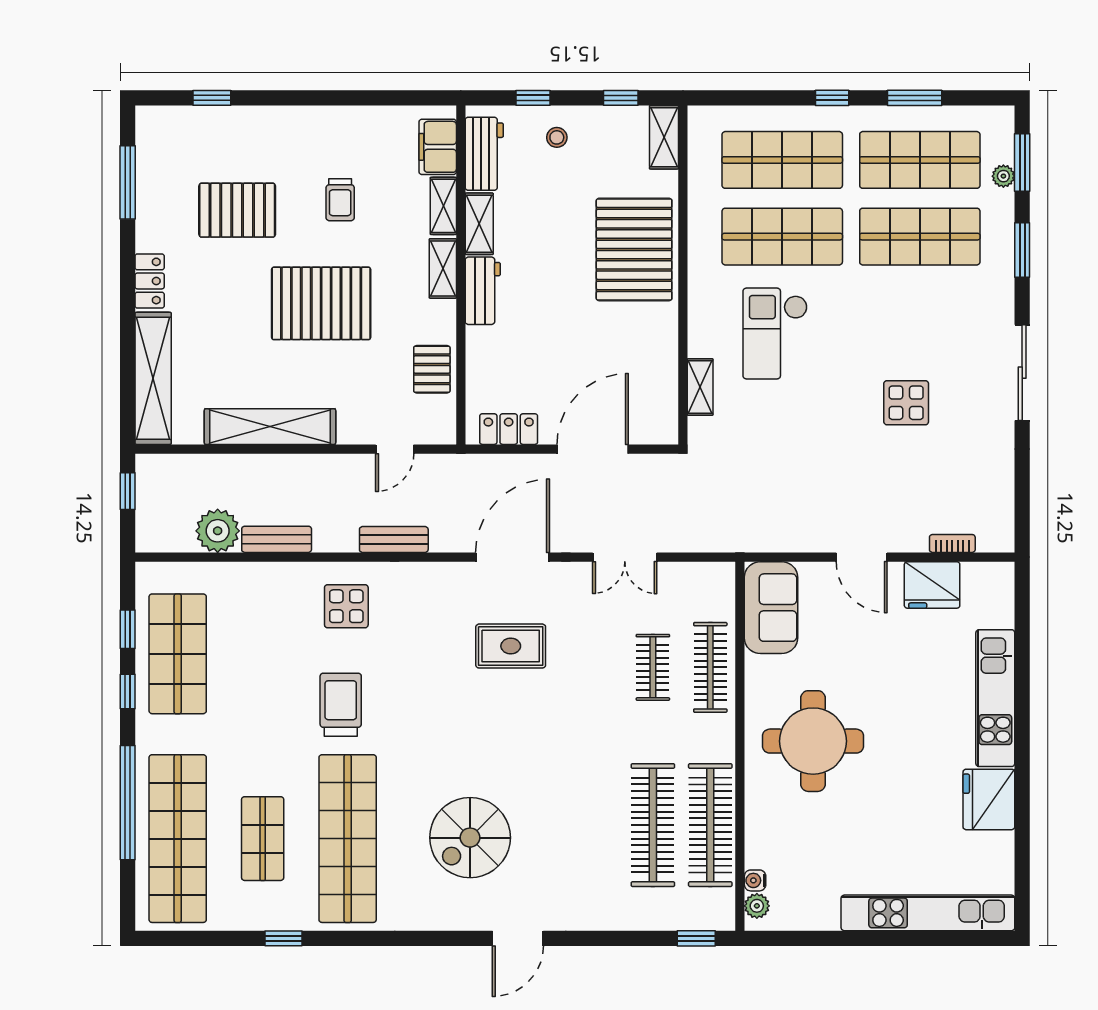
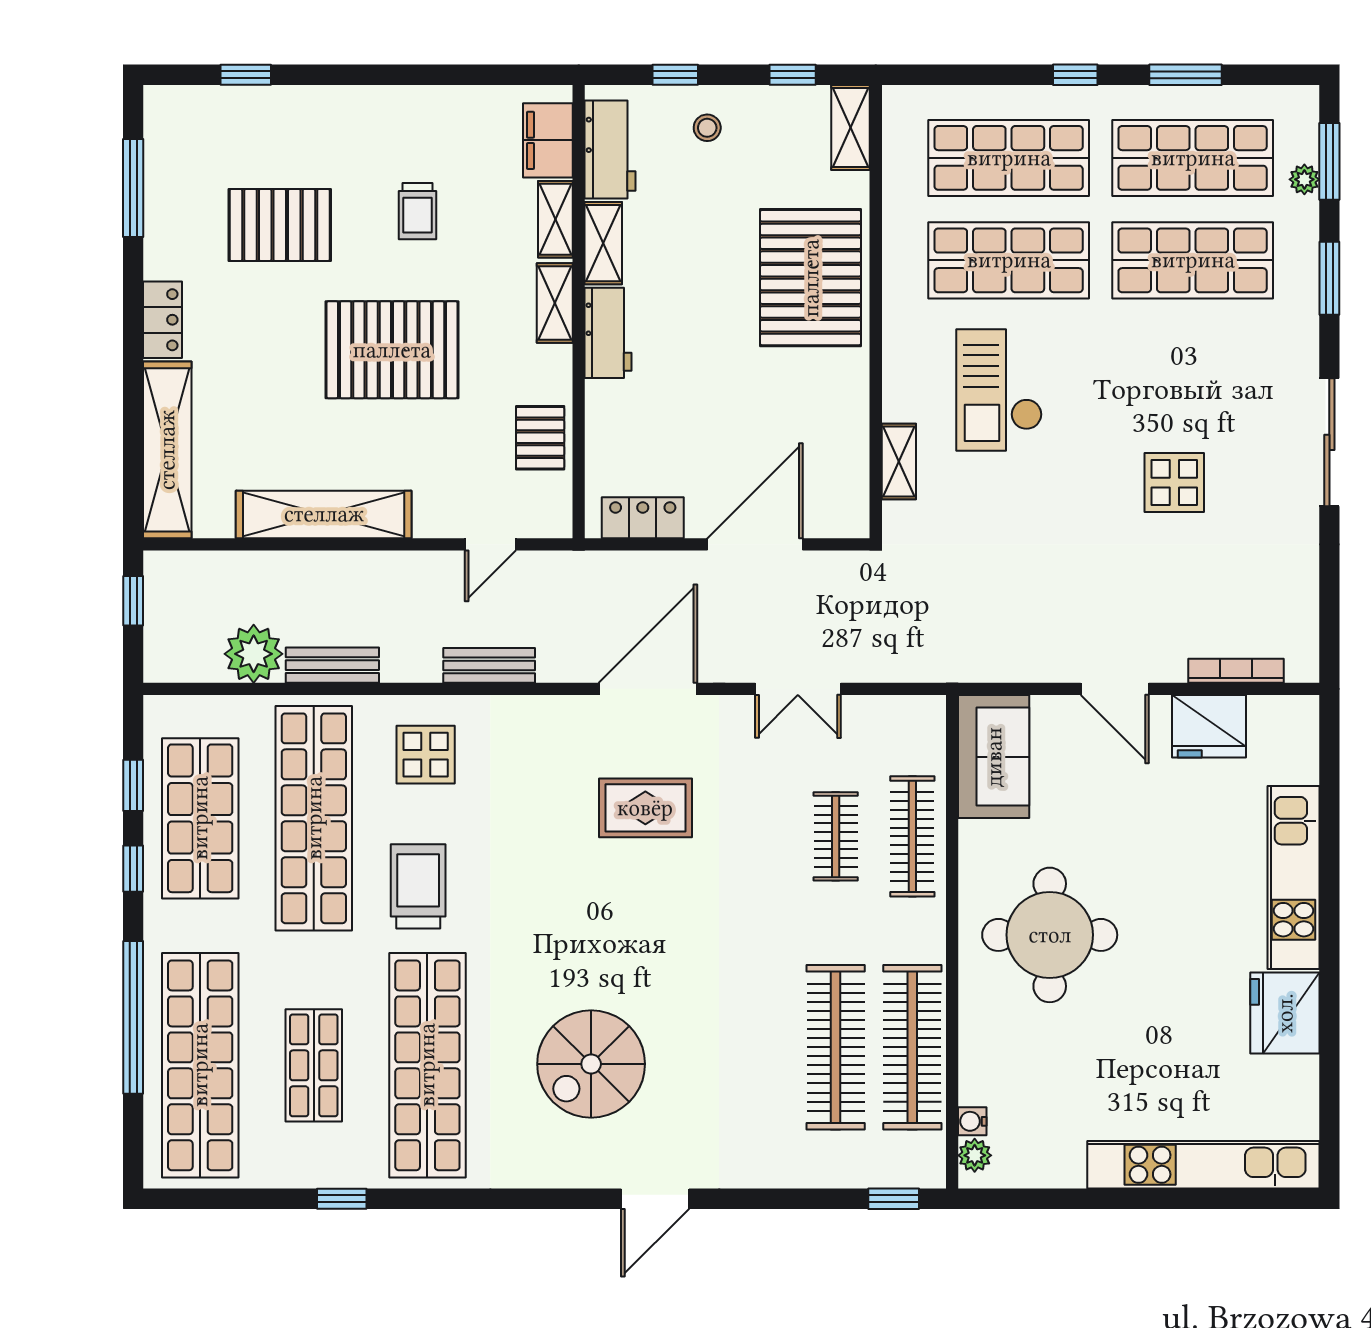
bookcase: (952, 543) -> (1236, 671), width x1.56
shop shelf: (263, 654) -> (314, 818), added

